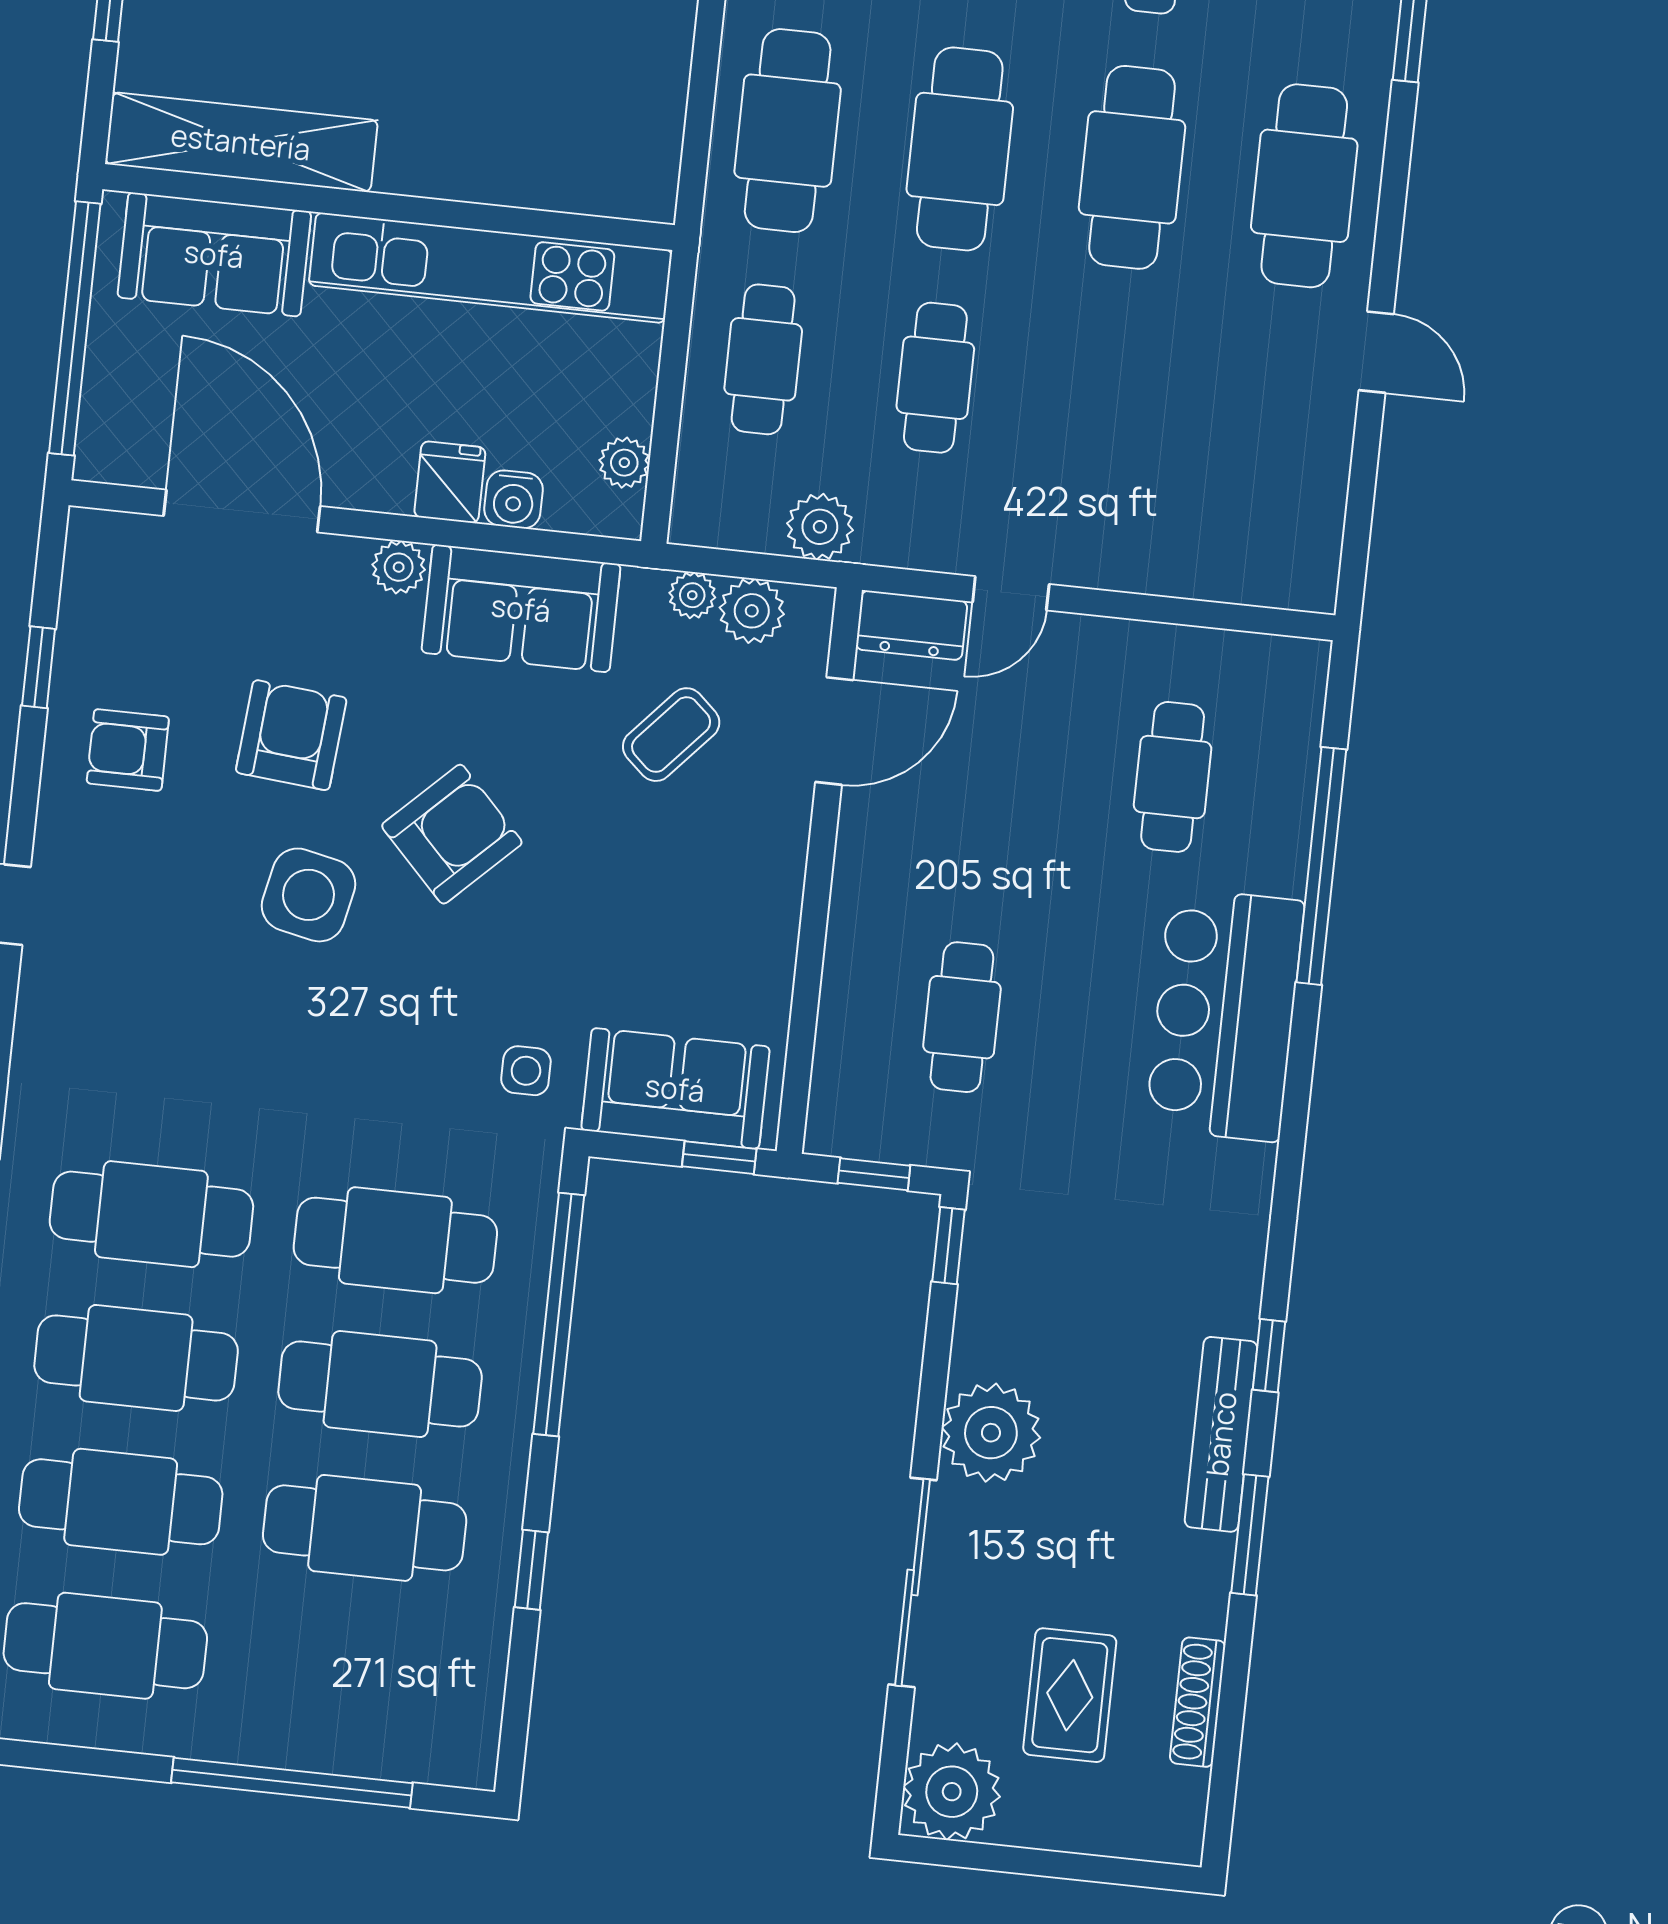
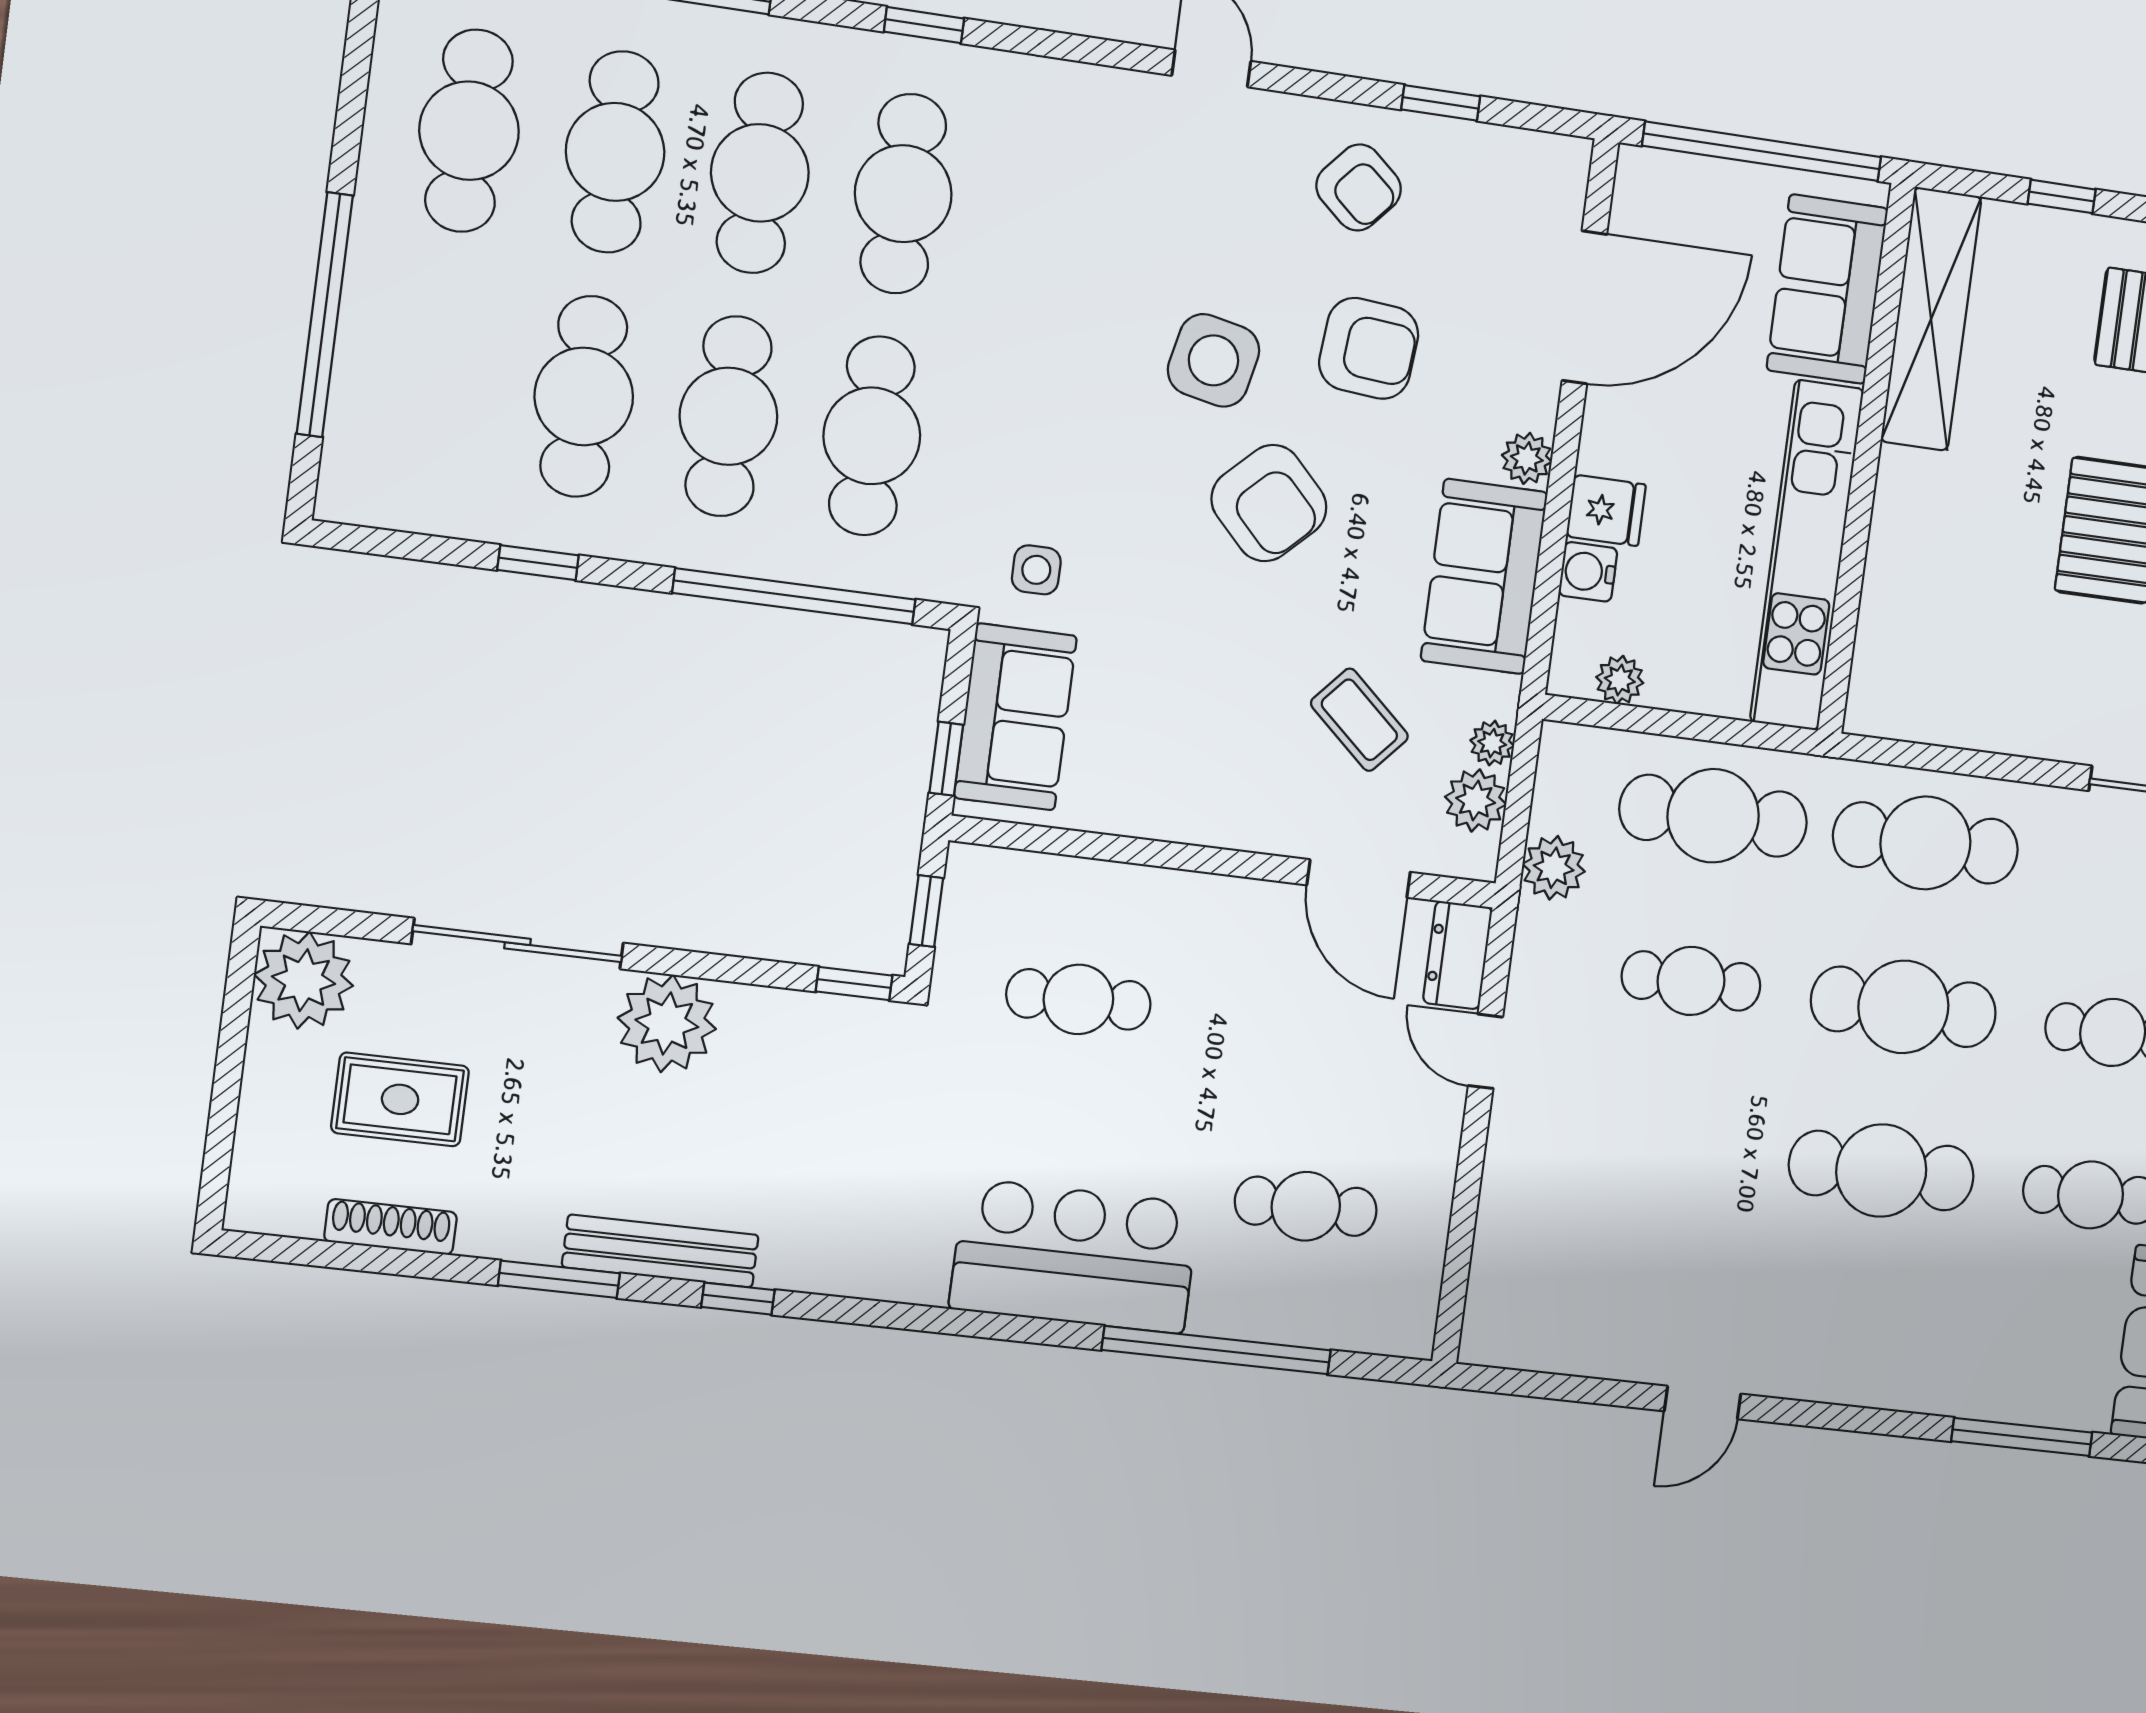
cafe table: (1304, 186) -> (1859, 1334), removed
cafe table: (763, 359) -> (1713, 816), width x1.37, depth x1.35
armchair: (128, 750) -> (1359, 187), turned 131

